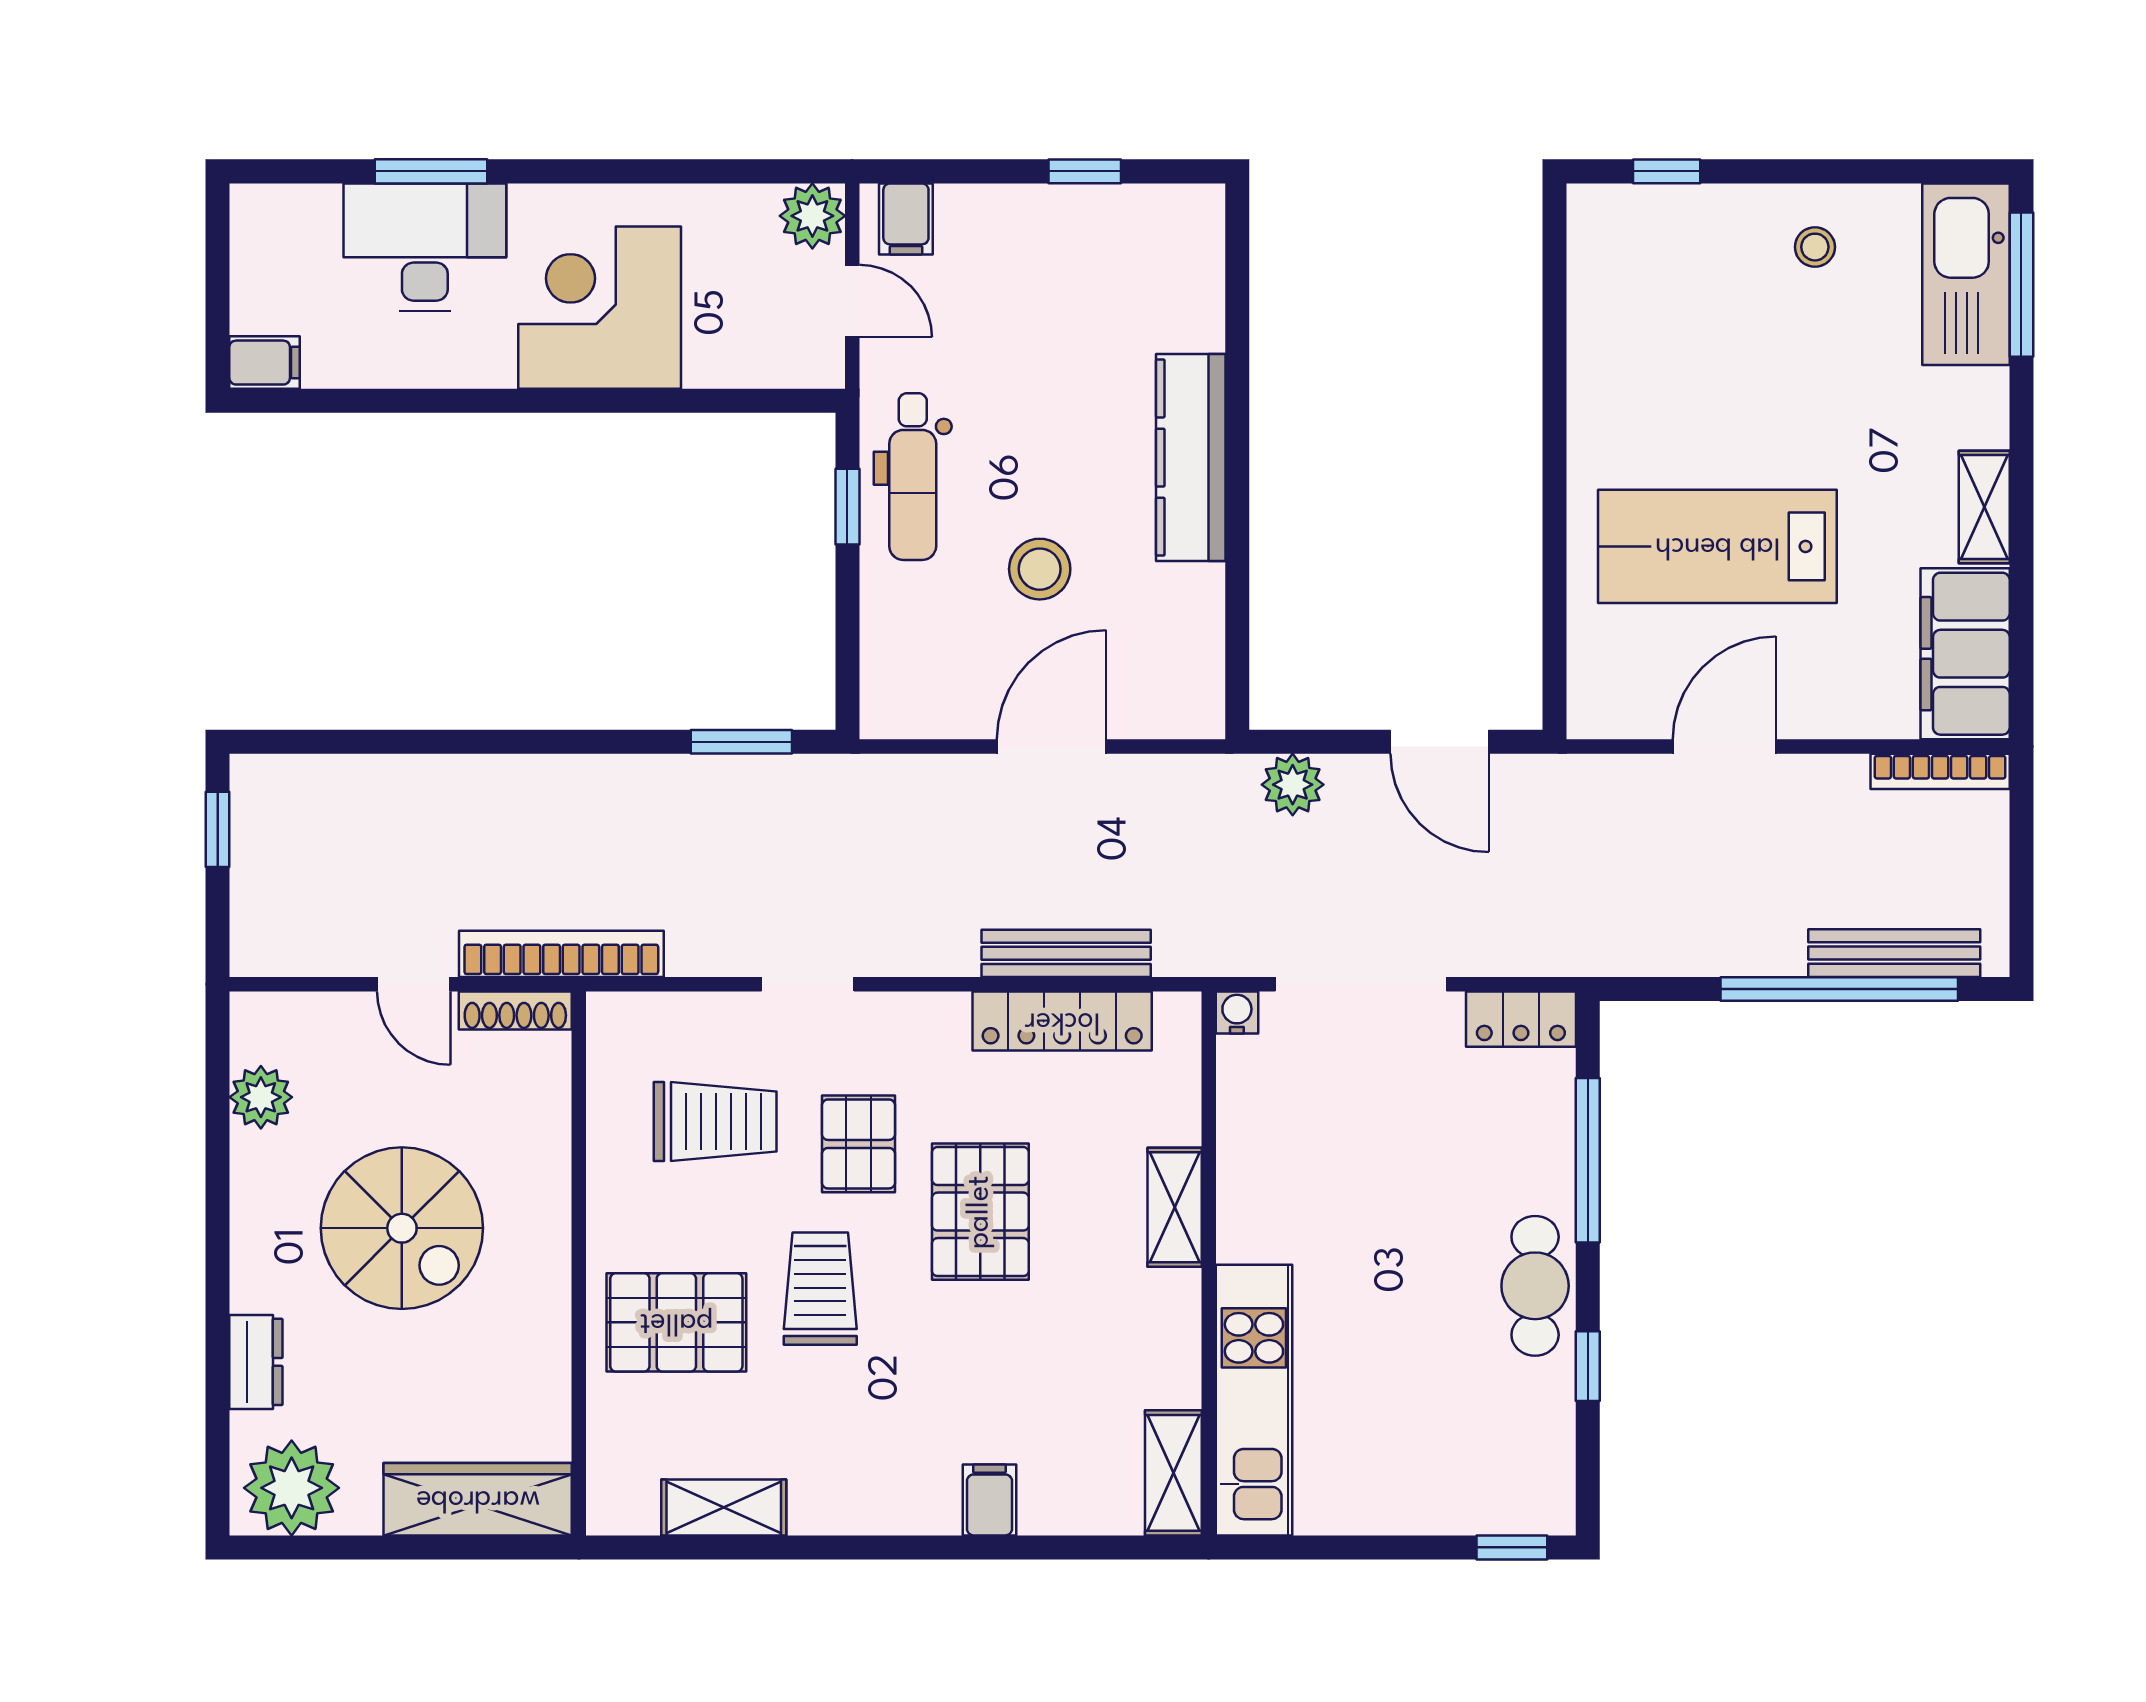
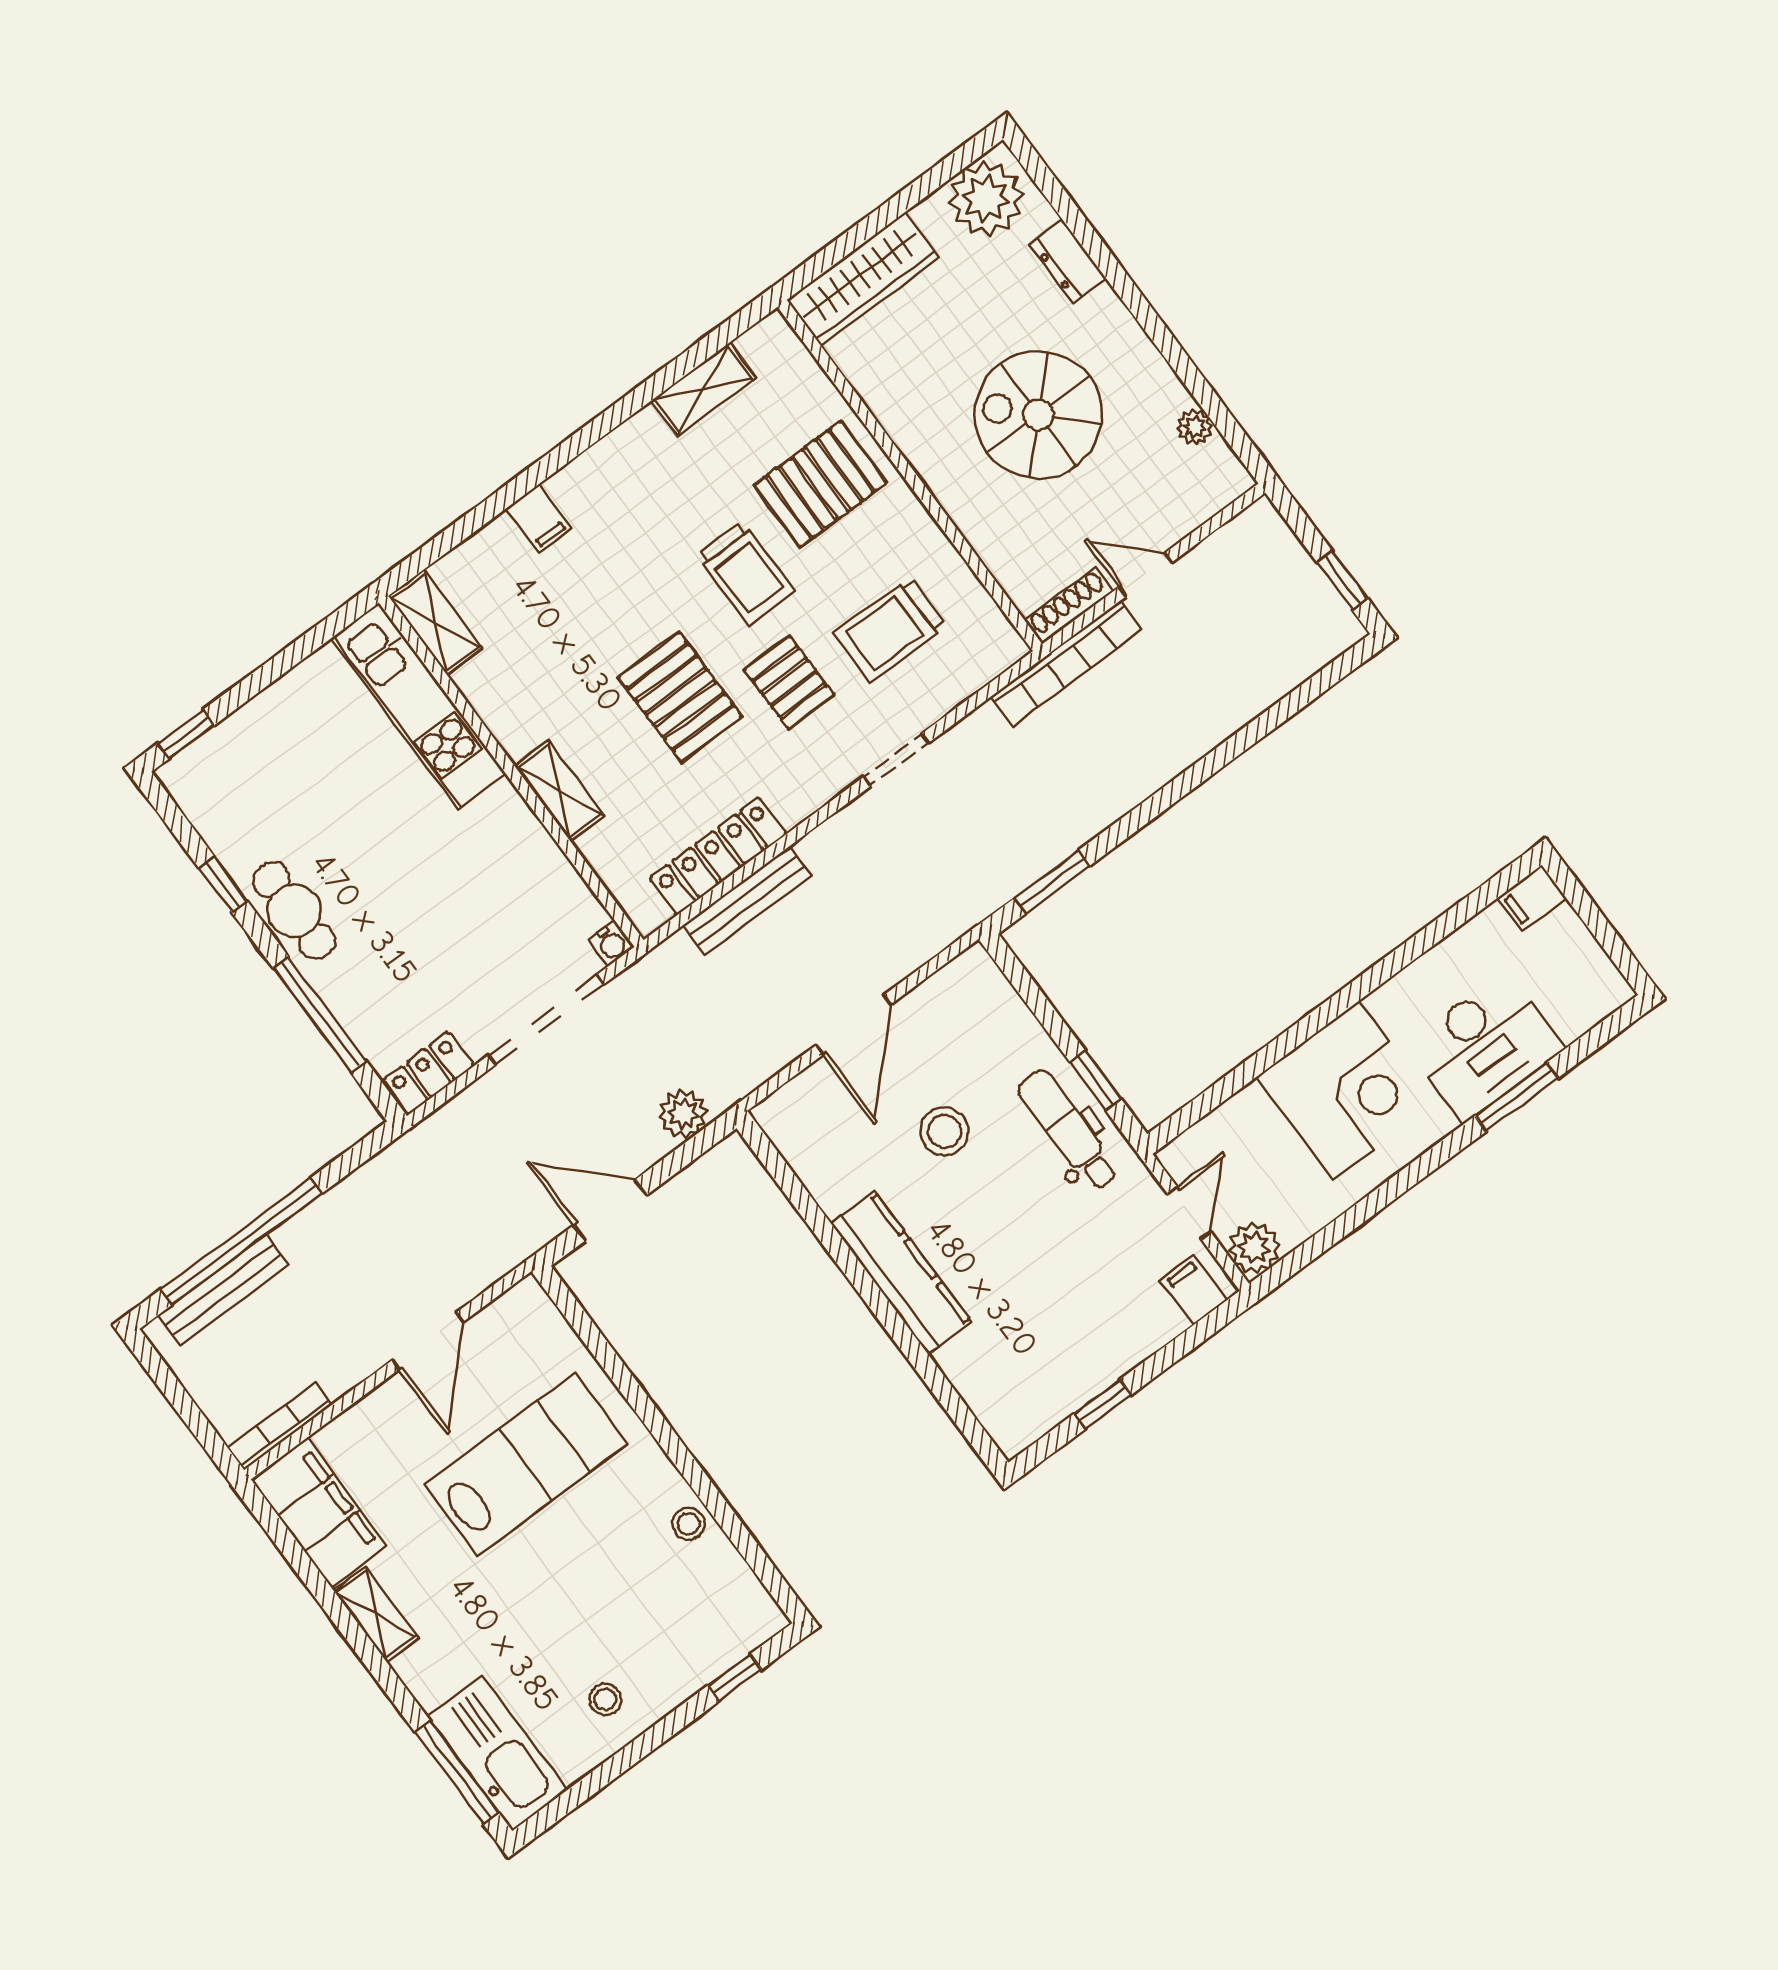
door: (852, 301) -> (1189, 1213), swing flipped
stool: (1597, 363) -> (689, 1524), added
plant: (261, 1097) -> (1195, 427), width x0.73, depth x0.73

